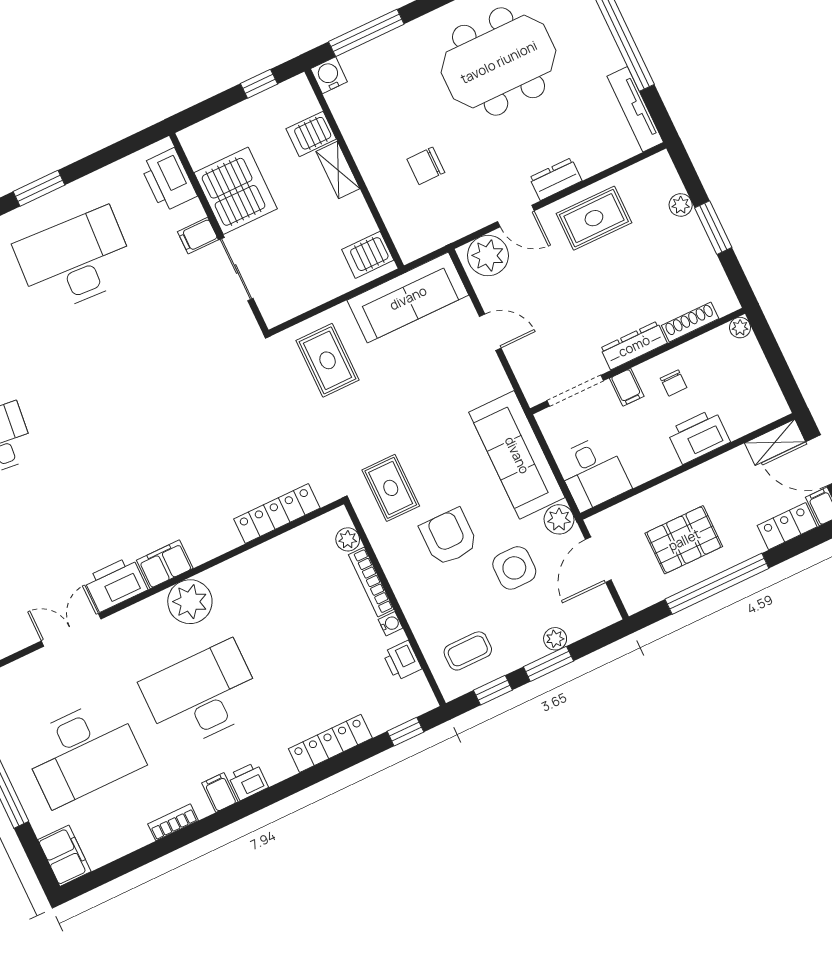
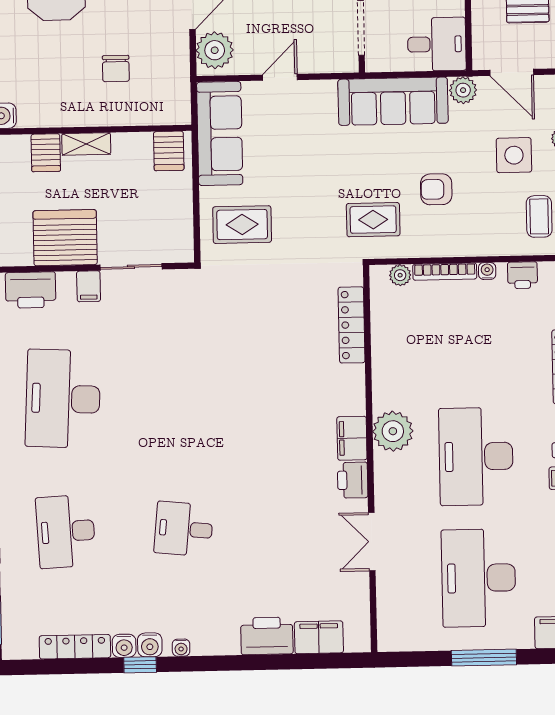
armchair: (449, 537) -> (436, 189), width x0.72, depth x0.72
side table: (514, 568) -> (514, 155), moved
printer: (116, 584) -> (353, 480), width x0.73, depth x0.84
desk: (83, 752) -> (479, 578), turned 180

